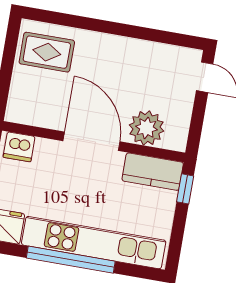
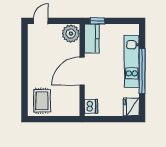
plant: (146, 128) -> (71, 34), moved
kitchen unit: (94, 243) -> (132, 61), width x0.73

